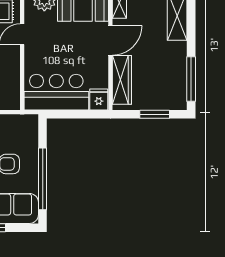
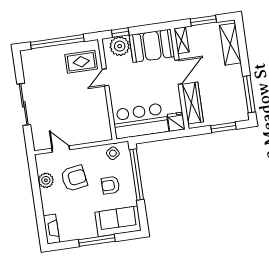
side table: (18, 126) -> (113, 153), added
window: (43, 179) -> (137, 174), moved

